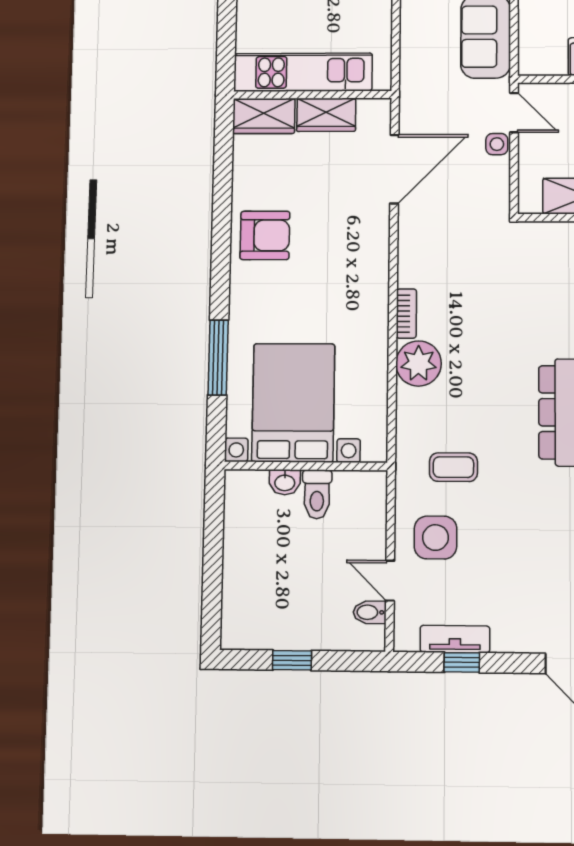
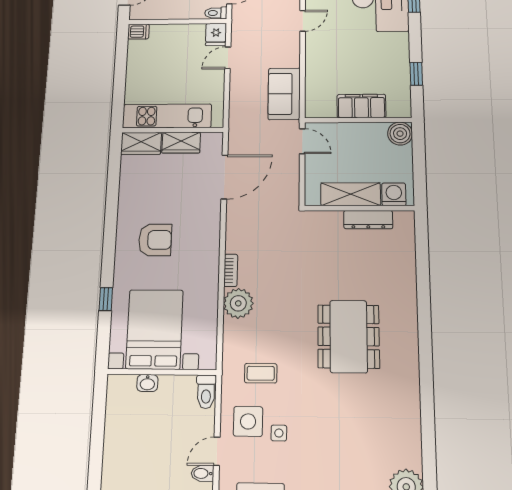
side table: (497, 144) -> (279, 433), moved
armchair: (265, 235) -> (155, 240), moved
window: (218, 357) -> (106, 299), width x0.46
toilet: (317, 494) -> (206, 392), moved
door: (390, 581) -> (217, 451), hinge flipped

